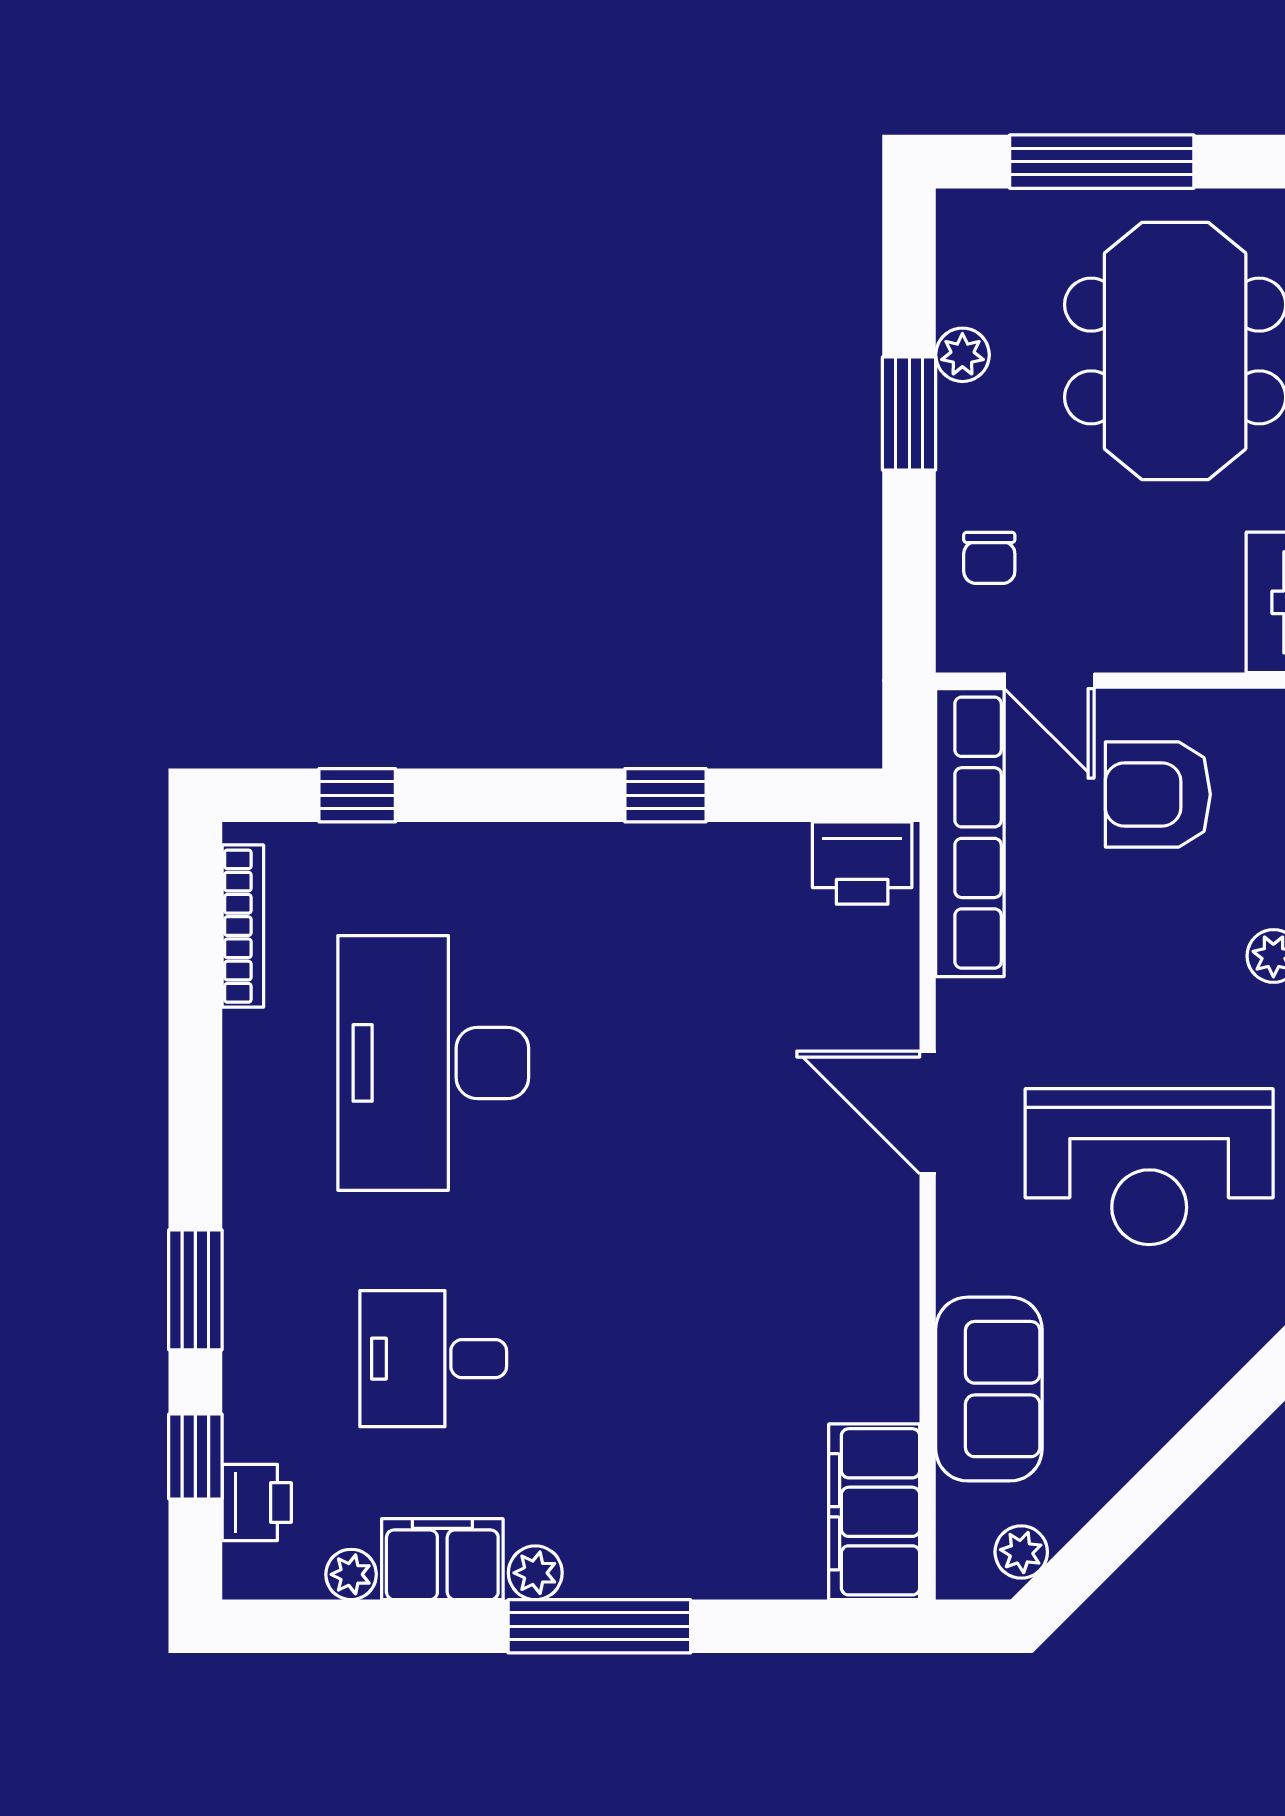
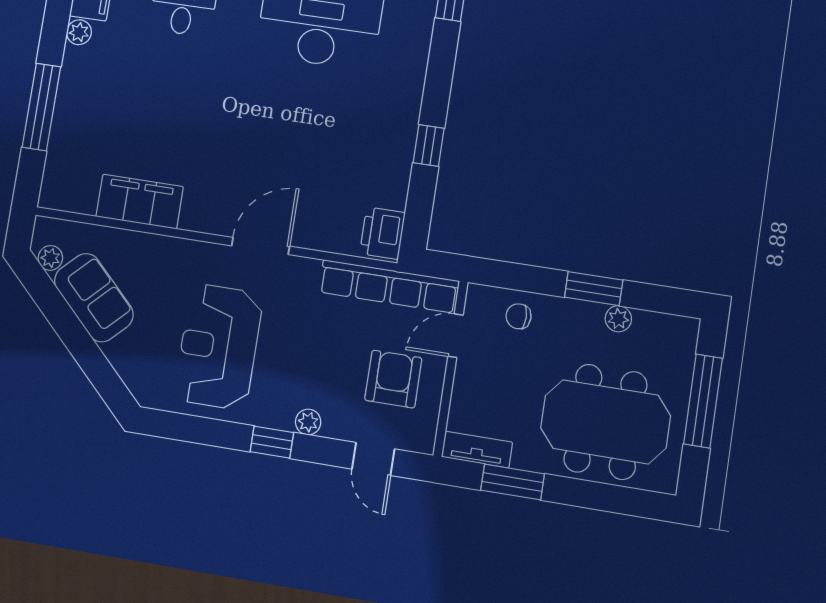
sofa: (989, 1389) -> (94, 298), moved, turned -135
filing cabinet: (874, 1512) -> (140, 202), moved
window: (599, 1626) -> (41, 107), moved

